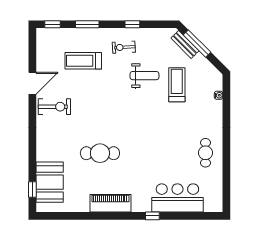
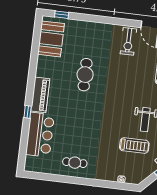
booth: (50, 182) -> (51, 39), moved, turned 90
piano: (110, 203) -> (40, 95), moved

